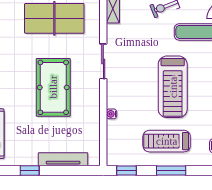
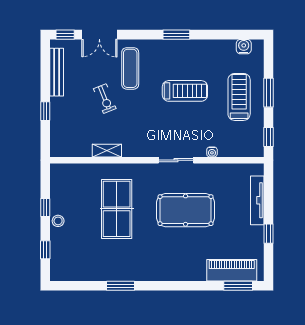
sliding door: (103, 61) -> (176, 160), moved
treadmill: (173, 87) -> (185, 91), width x0.73, depth x0.73
treadmill: (167, 141) -> (239, 97), turned 180

